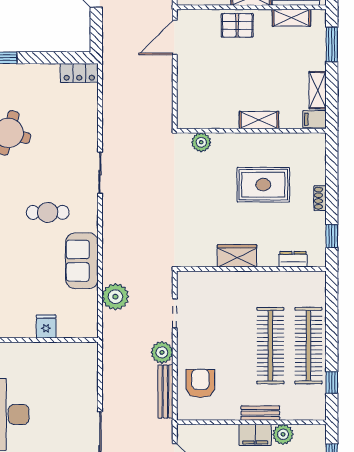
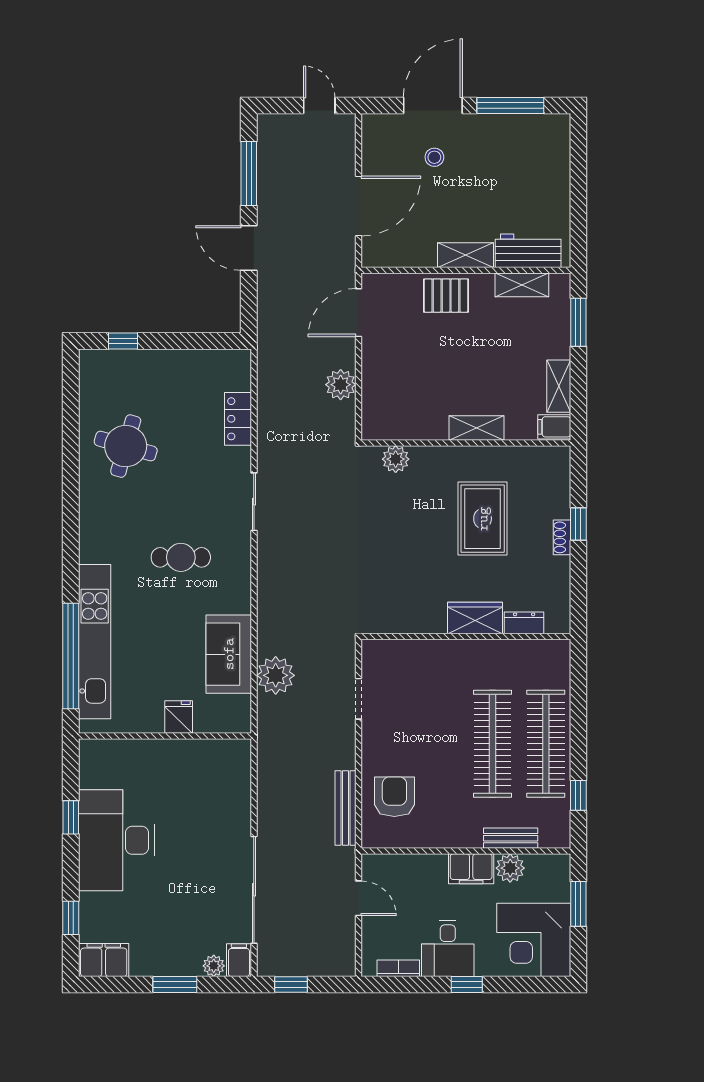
locker: (79, 73) -> (238, 419), moved, turned 90
rug: (263, 185) -> (483, 519), turned 90
window: (332, 236) -> (578, 524), moved
wardrobe: (237, 256) -> (475, 618), moved
sofa: (82, 261) -> (229, 654), moved
plant: (162, 352) -> (341, 385), moved
bench: (260, 413) -> (511, 838), moved

